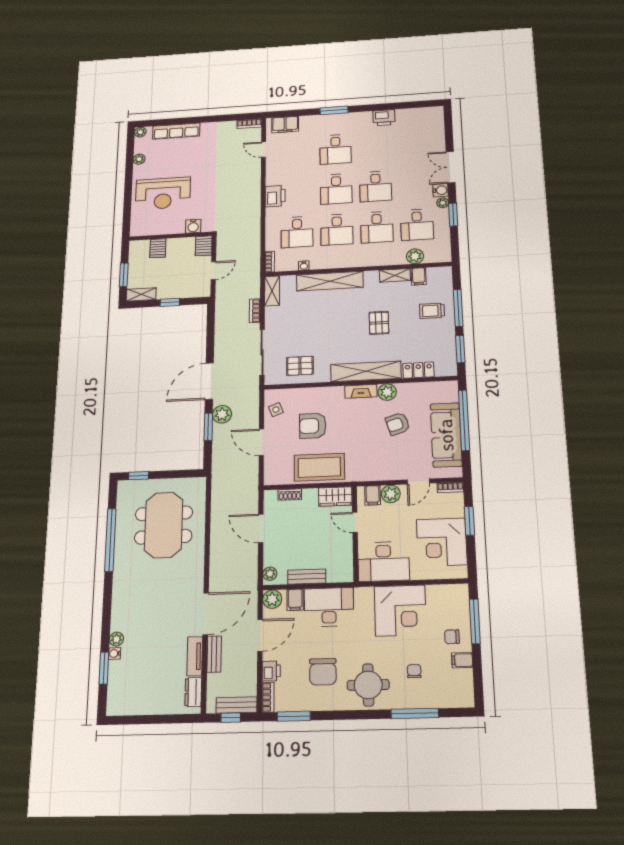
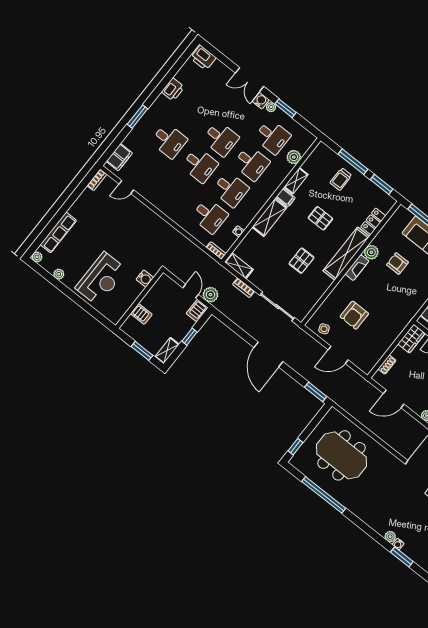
printer: (275, 196) -> (203, 58), moved, turned 180
server rack: (204, 246) -> (197, 311), moved, turned 90
filing cabinet: (419, 276) -> (286, 197), moved
shelving: (330, 281) -> (269, 217), width x0.68
pallet: (300, 366) -> (301, 261), moved
plant: (222, 414) -> (210, 295), moved
armchair: (398, 424) -> (397, 263), turned 107
window: (208, 427) -> (316, 392), moved
coffee table: (319, 467) -> (385, 333), removed

